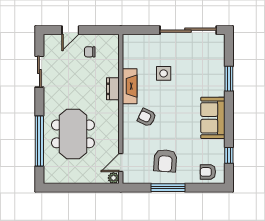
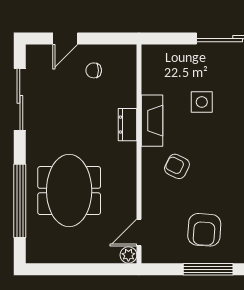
sliding door: (39, 72) -> (20, 99), width x1.37

